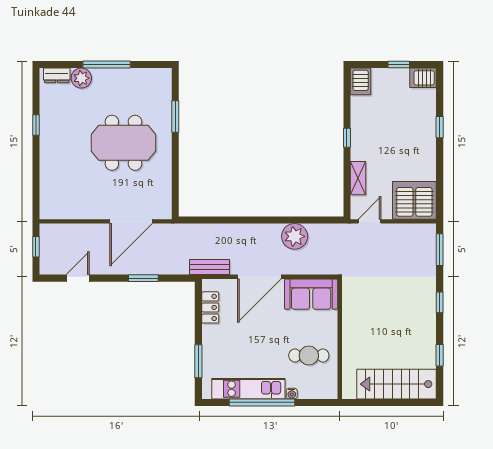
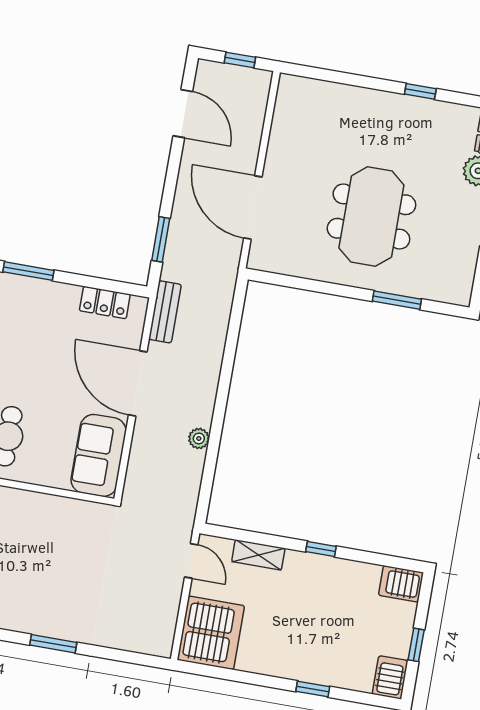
plant: (295, 236) -> (199, 438), width x0.53, depth x0.53
window: (440, 250) -> (131, 657), removed
door: (78, 278) -> (183, 114), width x1.38
window: (143, 278) -> (161, 239), moved
window: (440, 302) -> (53, 644), width x1.50

